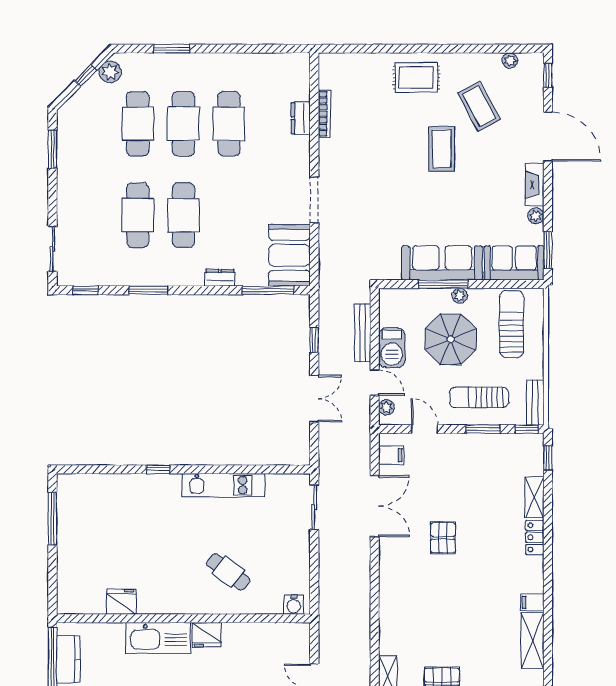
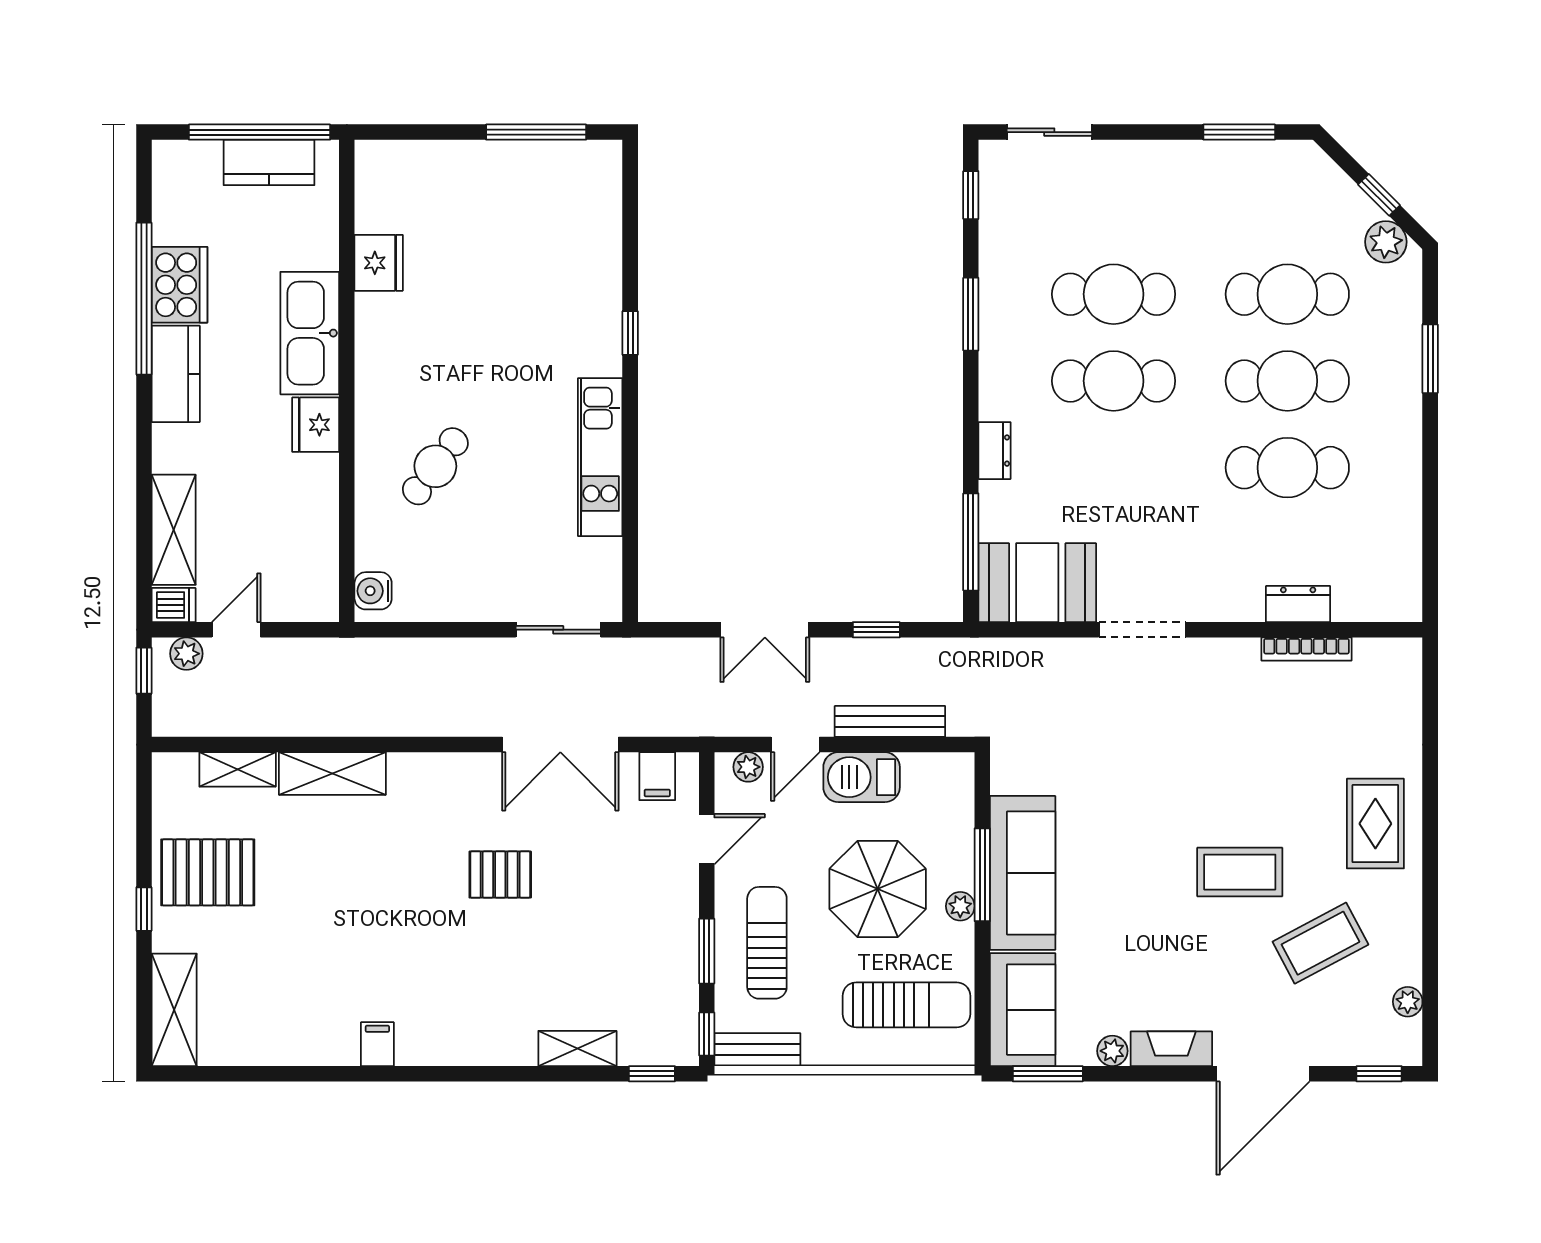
locker: (535, 537) -> (501, 1049), removed
shelving: (533, 641) -> (332, 774), moved

